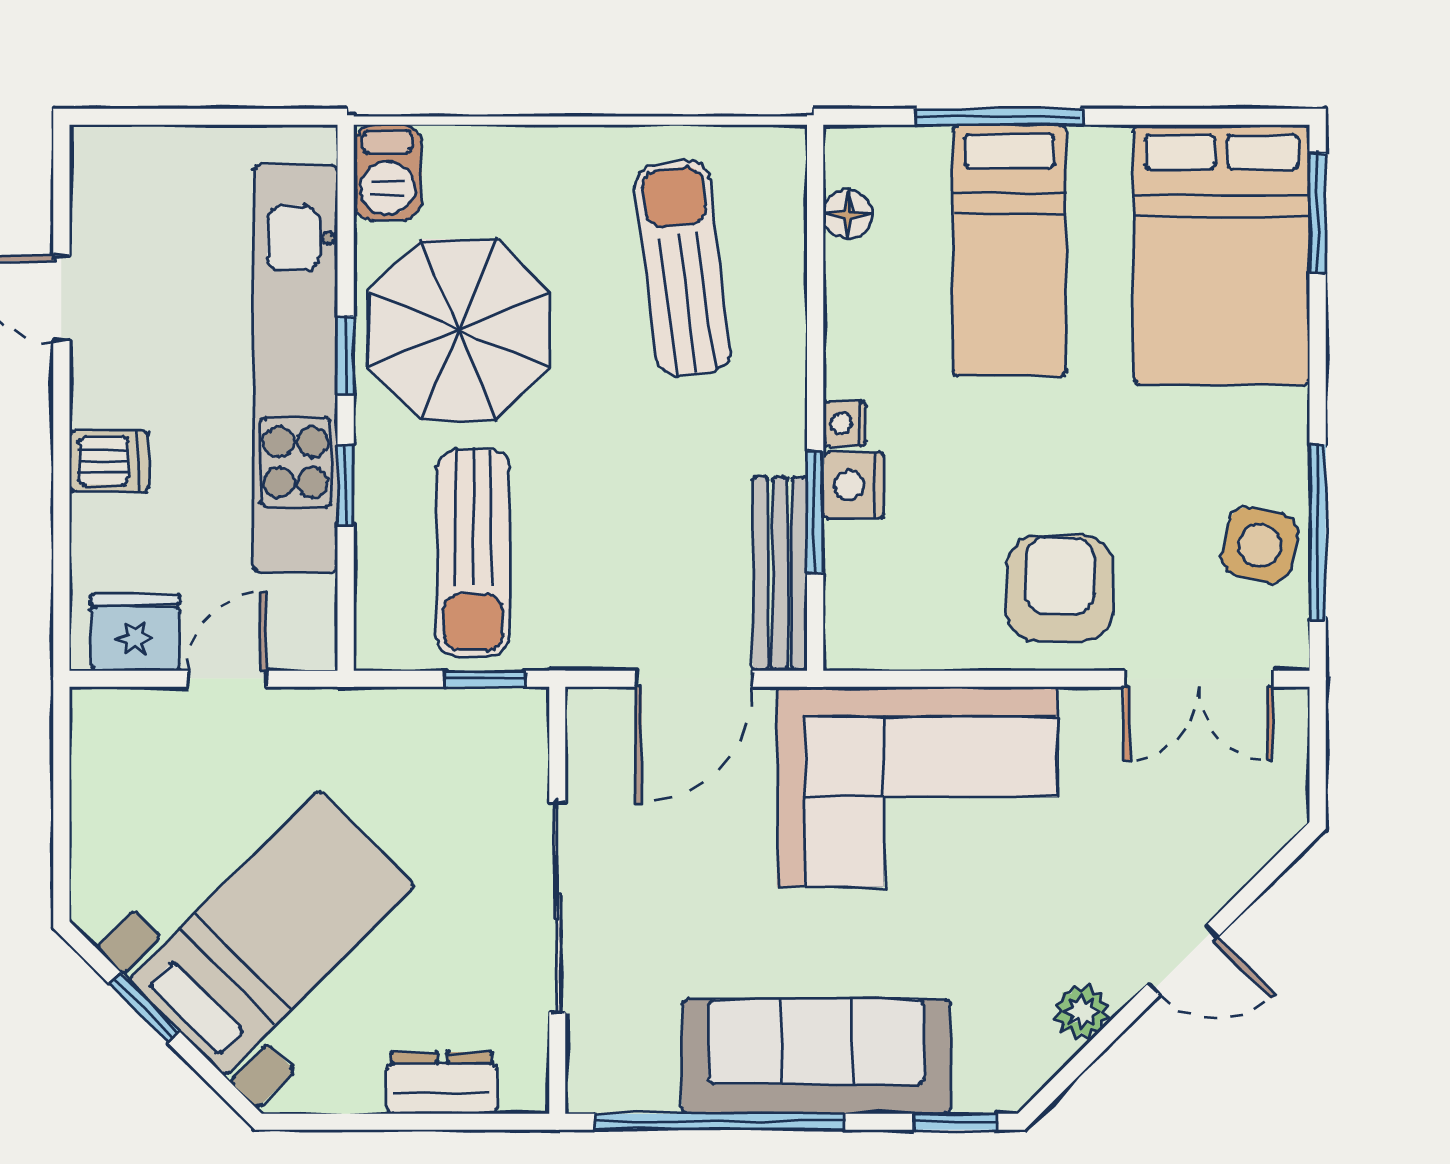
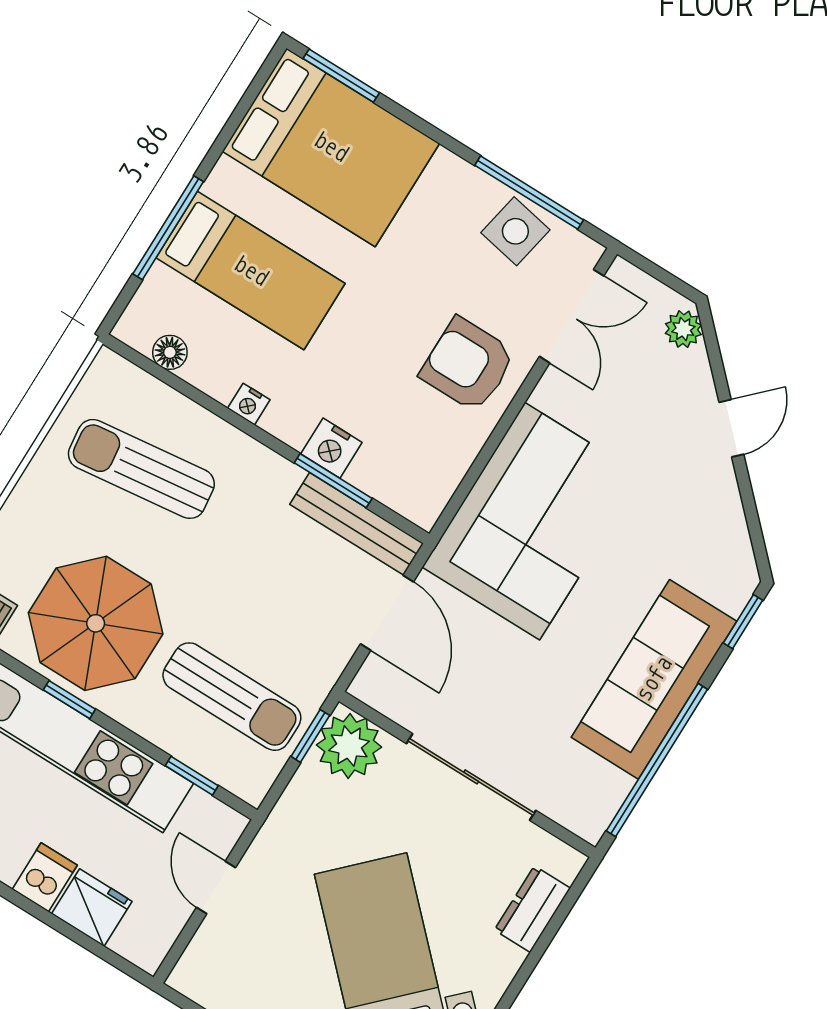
nightstand: (845, 424) -> (249, 404), moved
window: (346, 485) -> (192, 776), moved
fridge: (135, 632) -> (92, 908), moved, turned 90
plant: (502, 734) -> (349, 746), added
plant: (1082, 1012) -> (683, 329), moved

